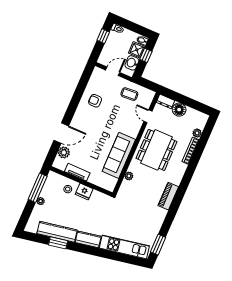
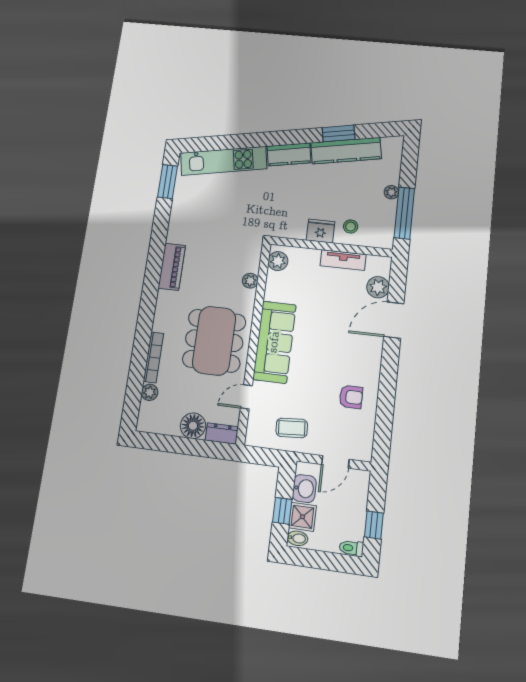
door: (148, 116) -> (246, 397), swing flipped
sofa: (119, 155) -> (274, 342), moved
plant: (111, 182) -> (278, 261), added

